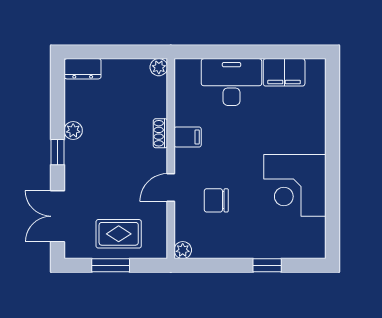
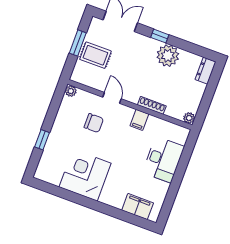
filing cabinet: (284, 72) -> (138, 207), moved, turned 90
plant: (73, 130) -> (168, 56), width x1.88, depth x1.88
shoe rack: (160, 133) -> (152, 105), width x1.43
chair: (216, 200) -> (94, 123), turned 90
rug: (119, 234) -> (95, 55), turned 90

